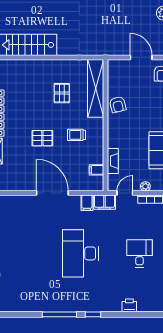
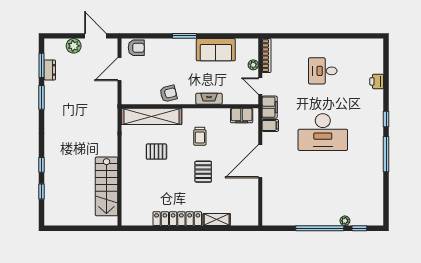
fireplace: (113, 161) -> (209, 99), moved
filing cabinet: (96, 170) -> (242, 116), width x2.00

